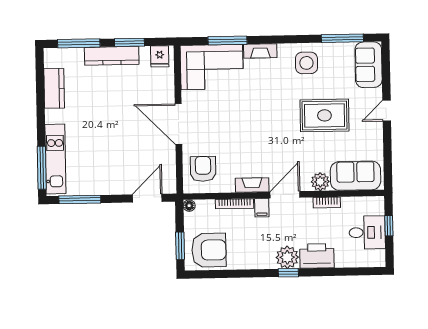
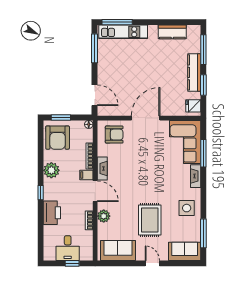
sofa: (356, 176) -> (118, 250), moved, turned -90
plant: (287, 257) -> (51, 170), moved

